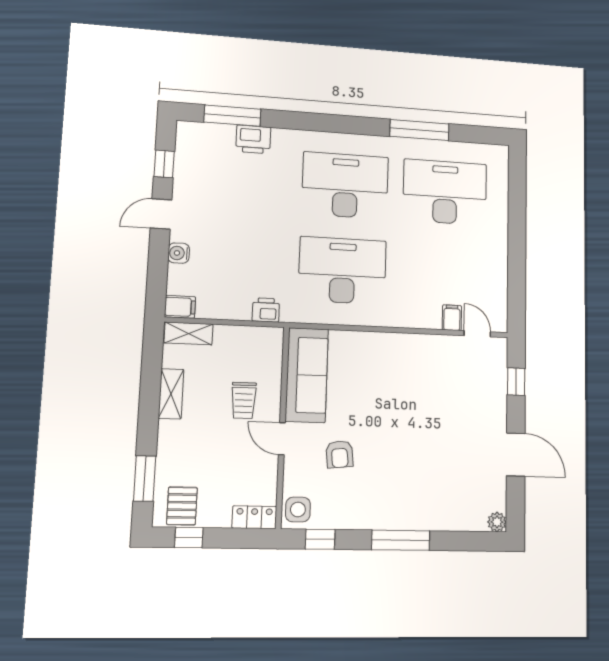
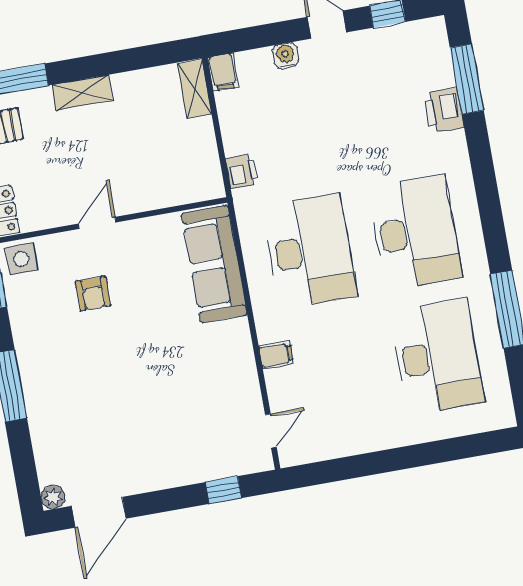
filing cabinet: (452, 318) -> (276, 355), moved
sofa: (307, 375) -> (214, 264), moved, turned 90
shelving: (171, 394) -> (82, 93), moved
trolley: (244, 400) -> (131, 169), removed
armchair: (340, 454) -> (93, 294), turned -84
door: (516, 455) -> (99, 512), moved

